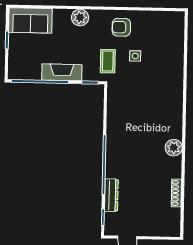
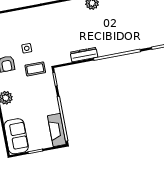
fireplace: (62, 72) -> (57, 130), moved
dresser: (111, 195) -> (84, 55), moved

